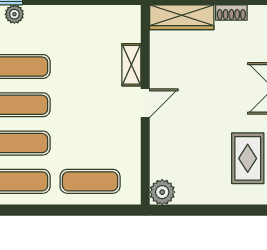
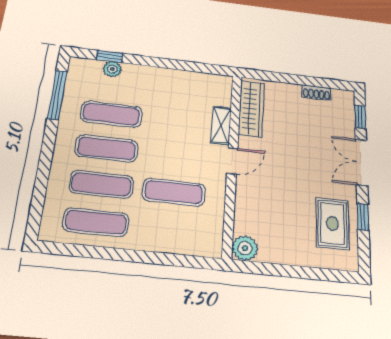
wardrobe: (182, 17) -> (251, 109), moved, turned -90
exercise mat: (90, 181) -> (174, 192), moved

